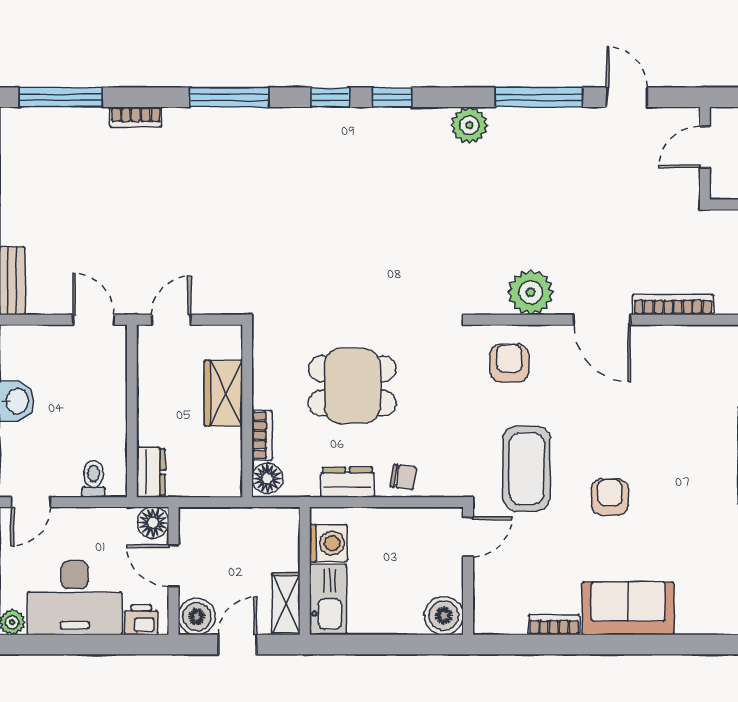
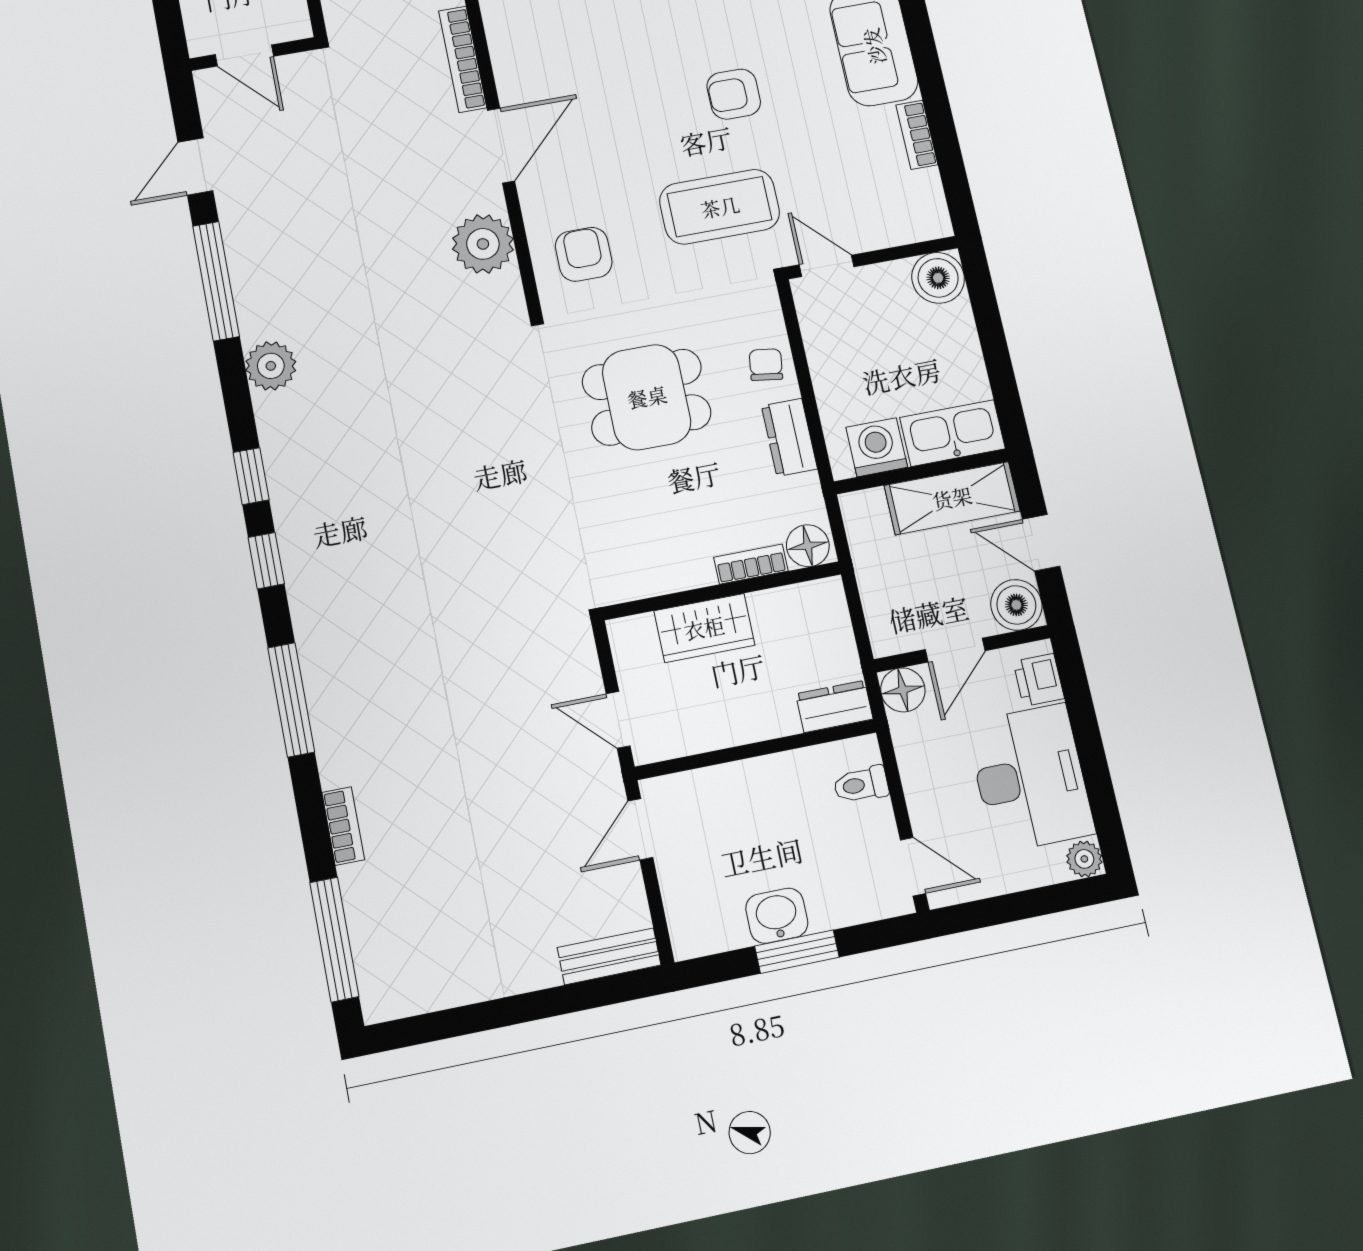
armchair: (509, 363) -> (584, 254), turned 91
dining table: (352, 386) -> (647, 397), moved, turned 90
shelving: (286, 604) -> (952, 498), width x1.50, depth x1.33

